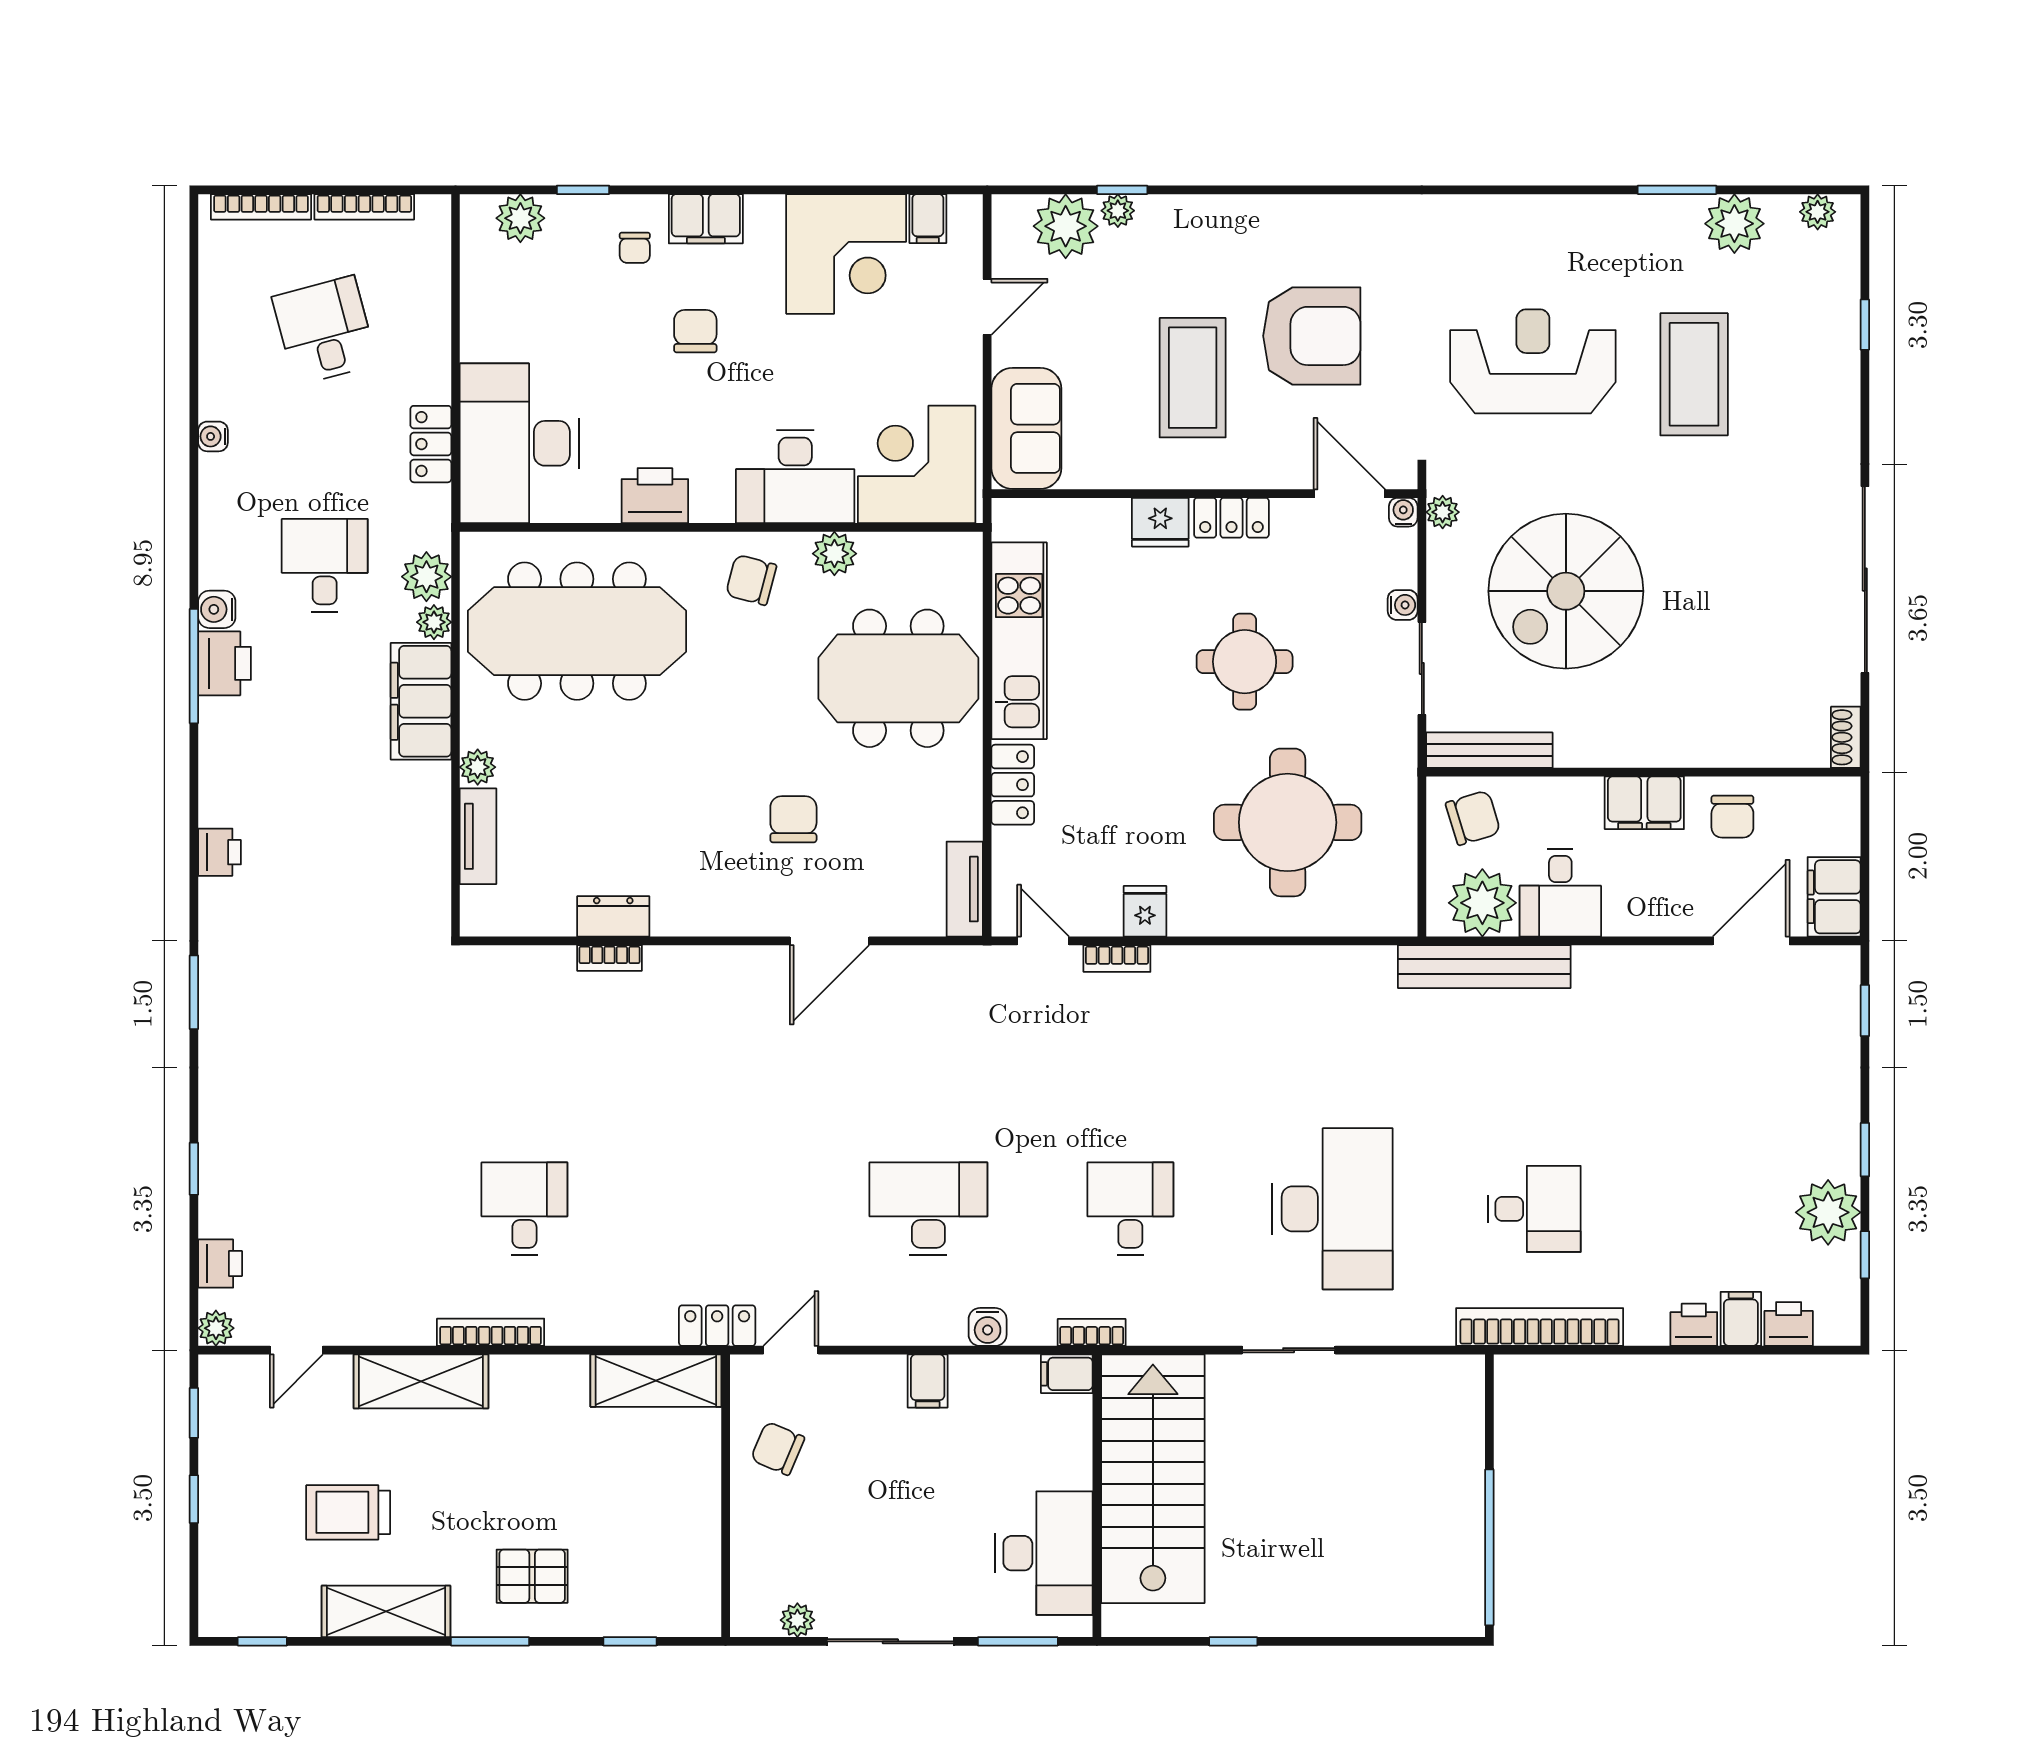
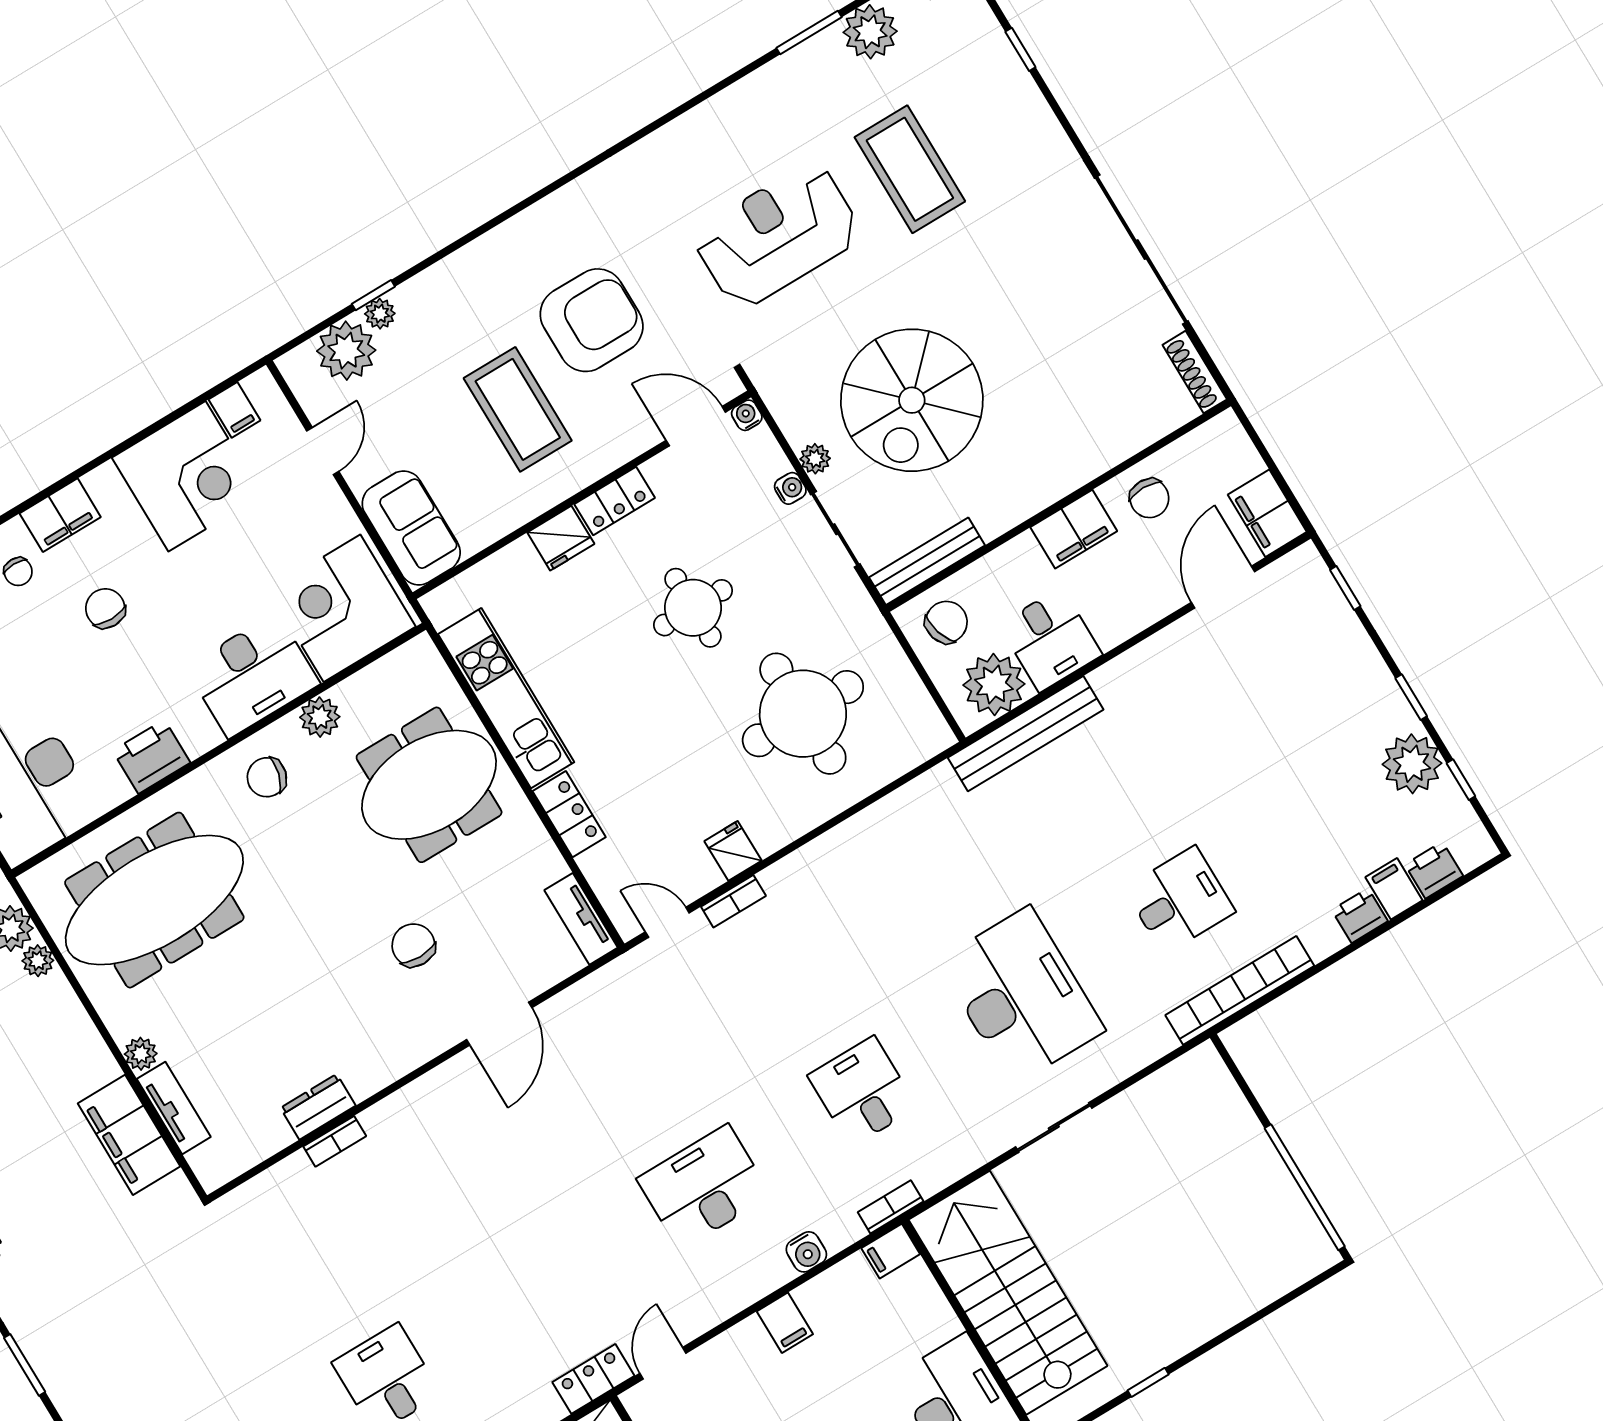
plant: (1443, 512) -> (815, 459), moved
filing cabinet: (421, 701) -> (129, 1135), moved
shoe rack: (1846, 737) -> (1195, 372), width x1.43

